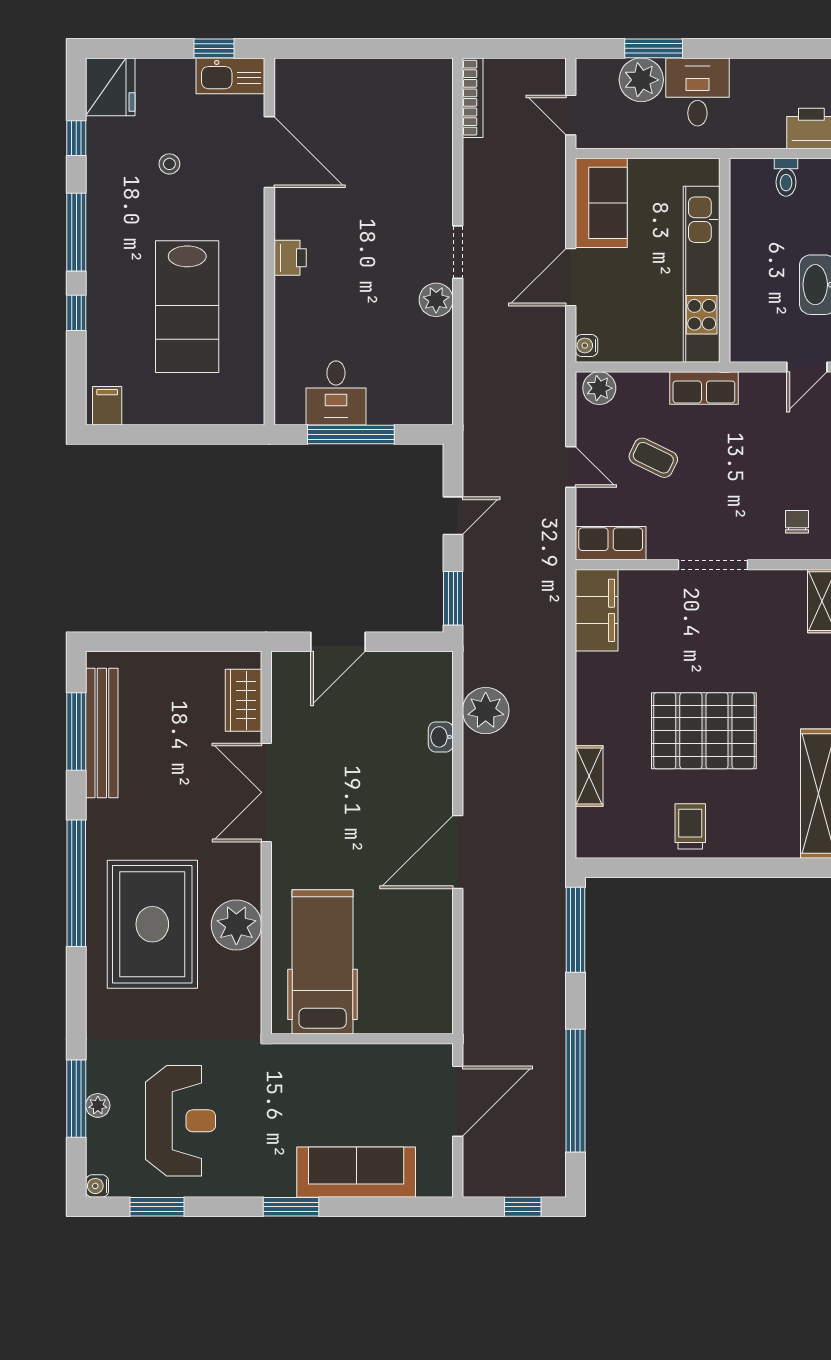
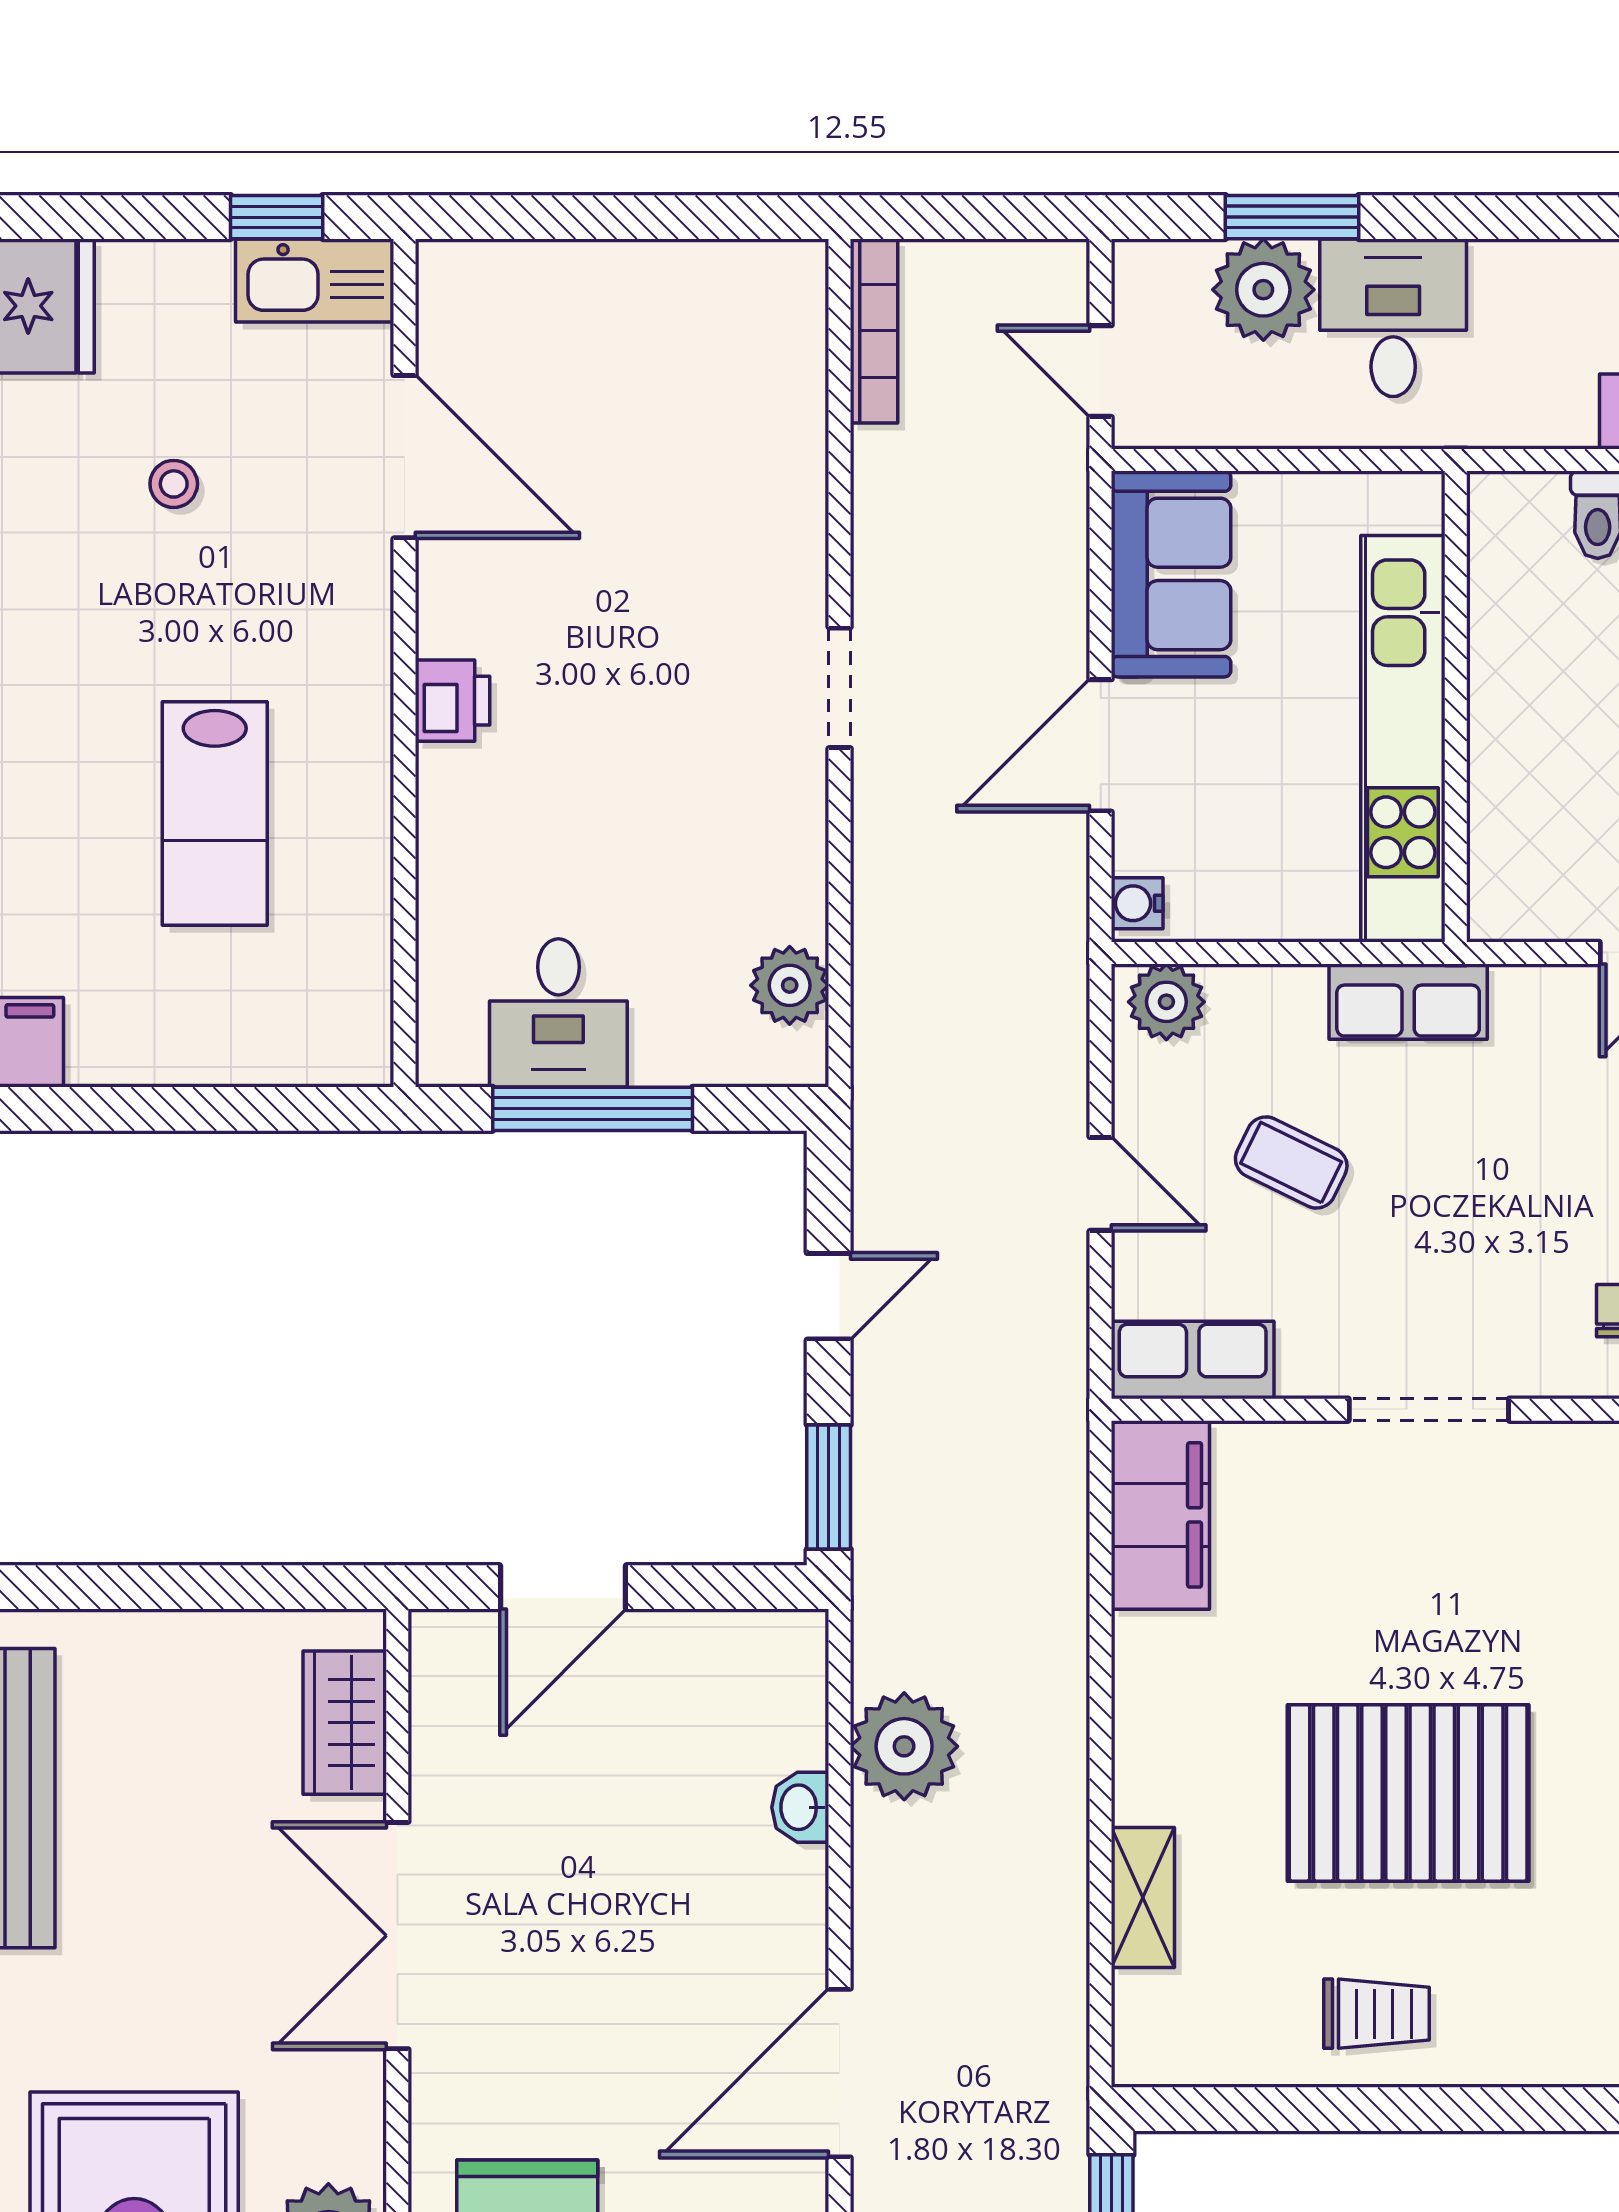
plant: (436, 300) -> (790, 985), moved
lab bench: (187, 307) -> (215, 813), width x0.73, depth x0.72
trolley: (690, 826) -> (1377, 2014), turned 90

